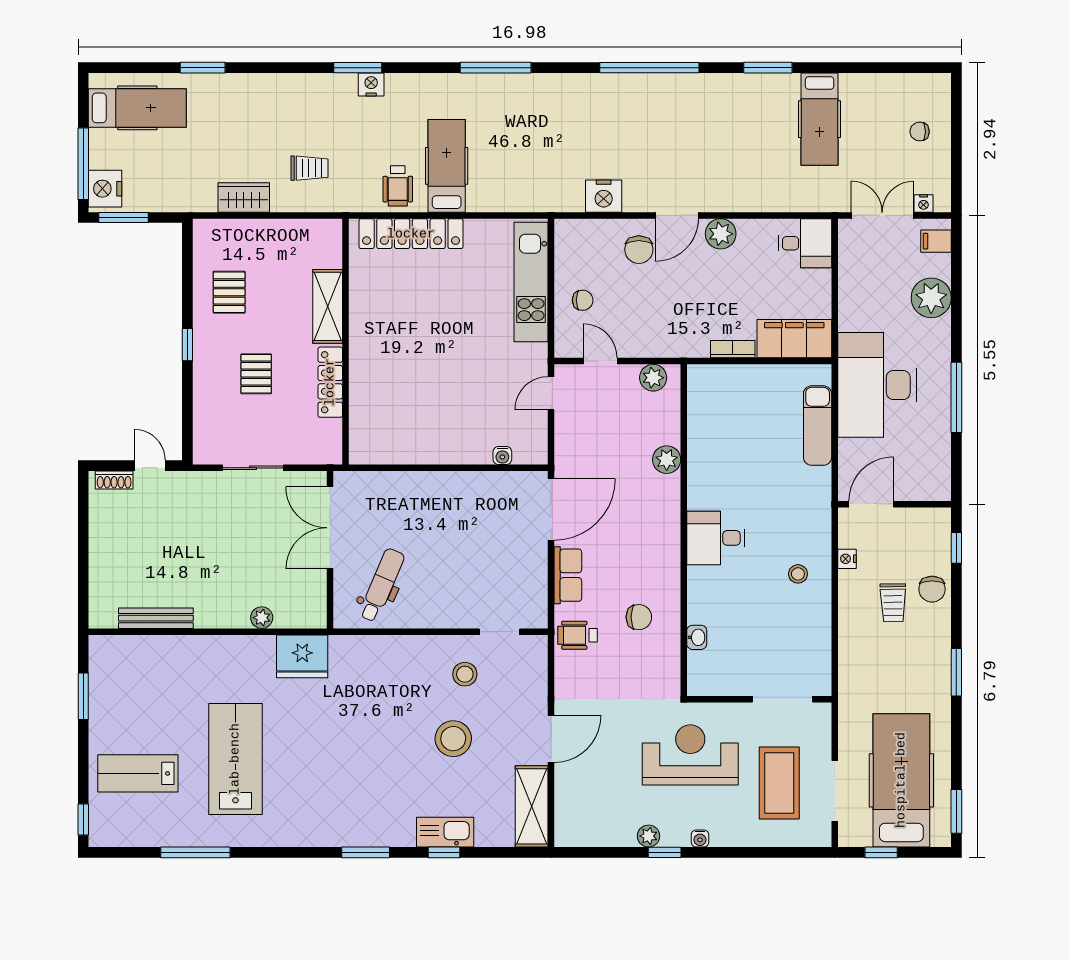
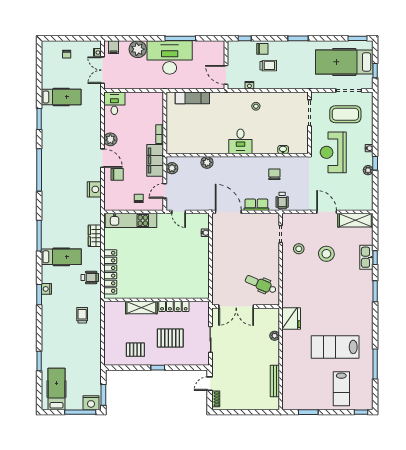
hospital bed: (447, 166) -> (61, 257), moved, turned 180
wardrobe: (244, 197) -> (95, 236), moved
filing cabinet: (794, 339) -> (155, 160), moved
pallet: (256, 374) -> (170, 338), width x1.50, depth x1.42
desk: (877, 385) -> (170, 57), moved, turned 180

